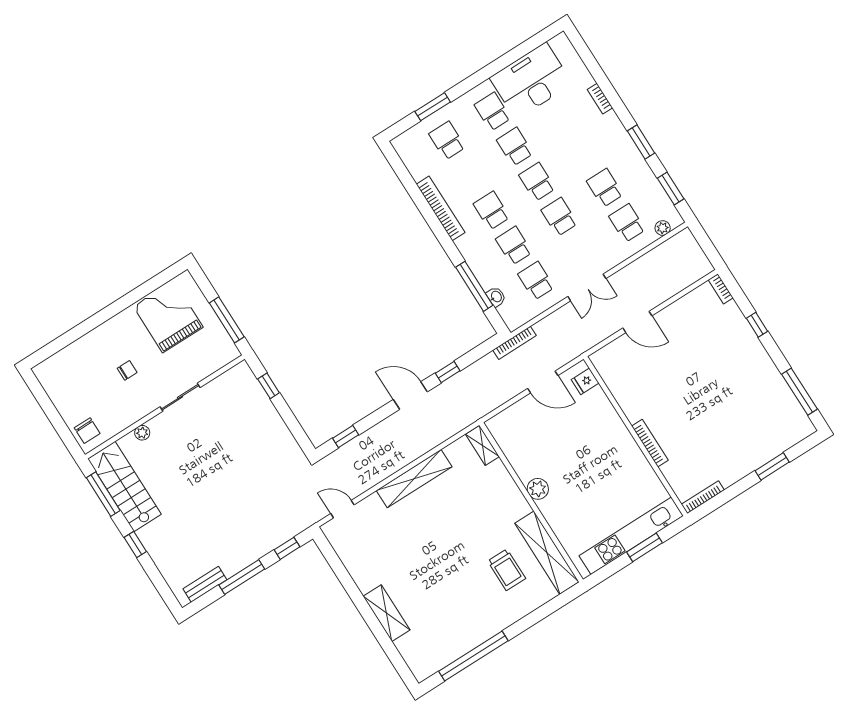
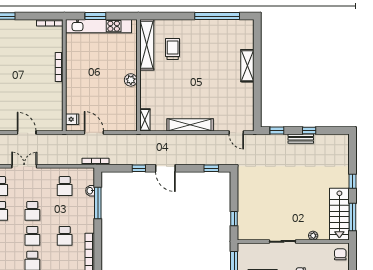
school desk: (514, 246) -> (65, 211), removed
double door: (587, 288) -> (24, 166), moved
window: (242, 577) -> (309, 131), width x0.46
bench: (205, 584) -> (301, 139), moved

